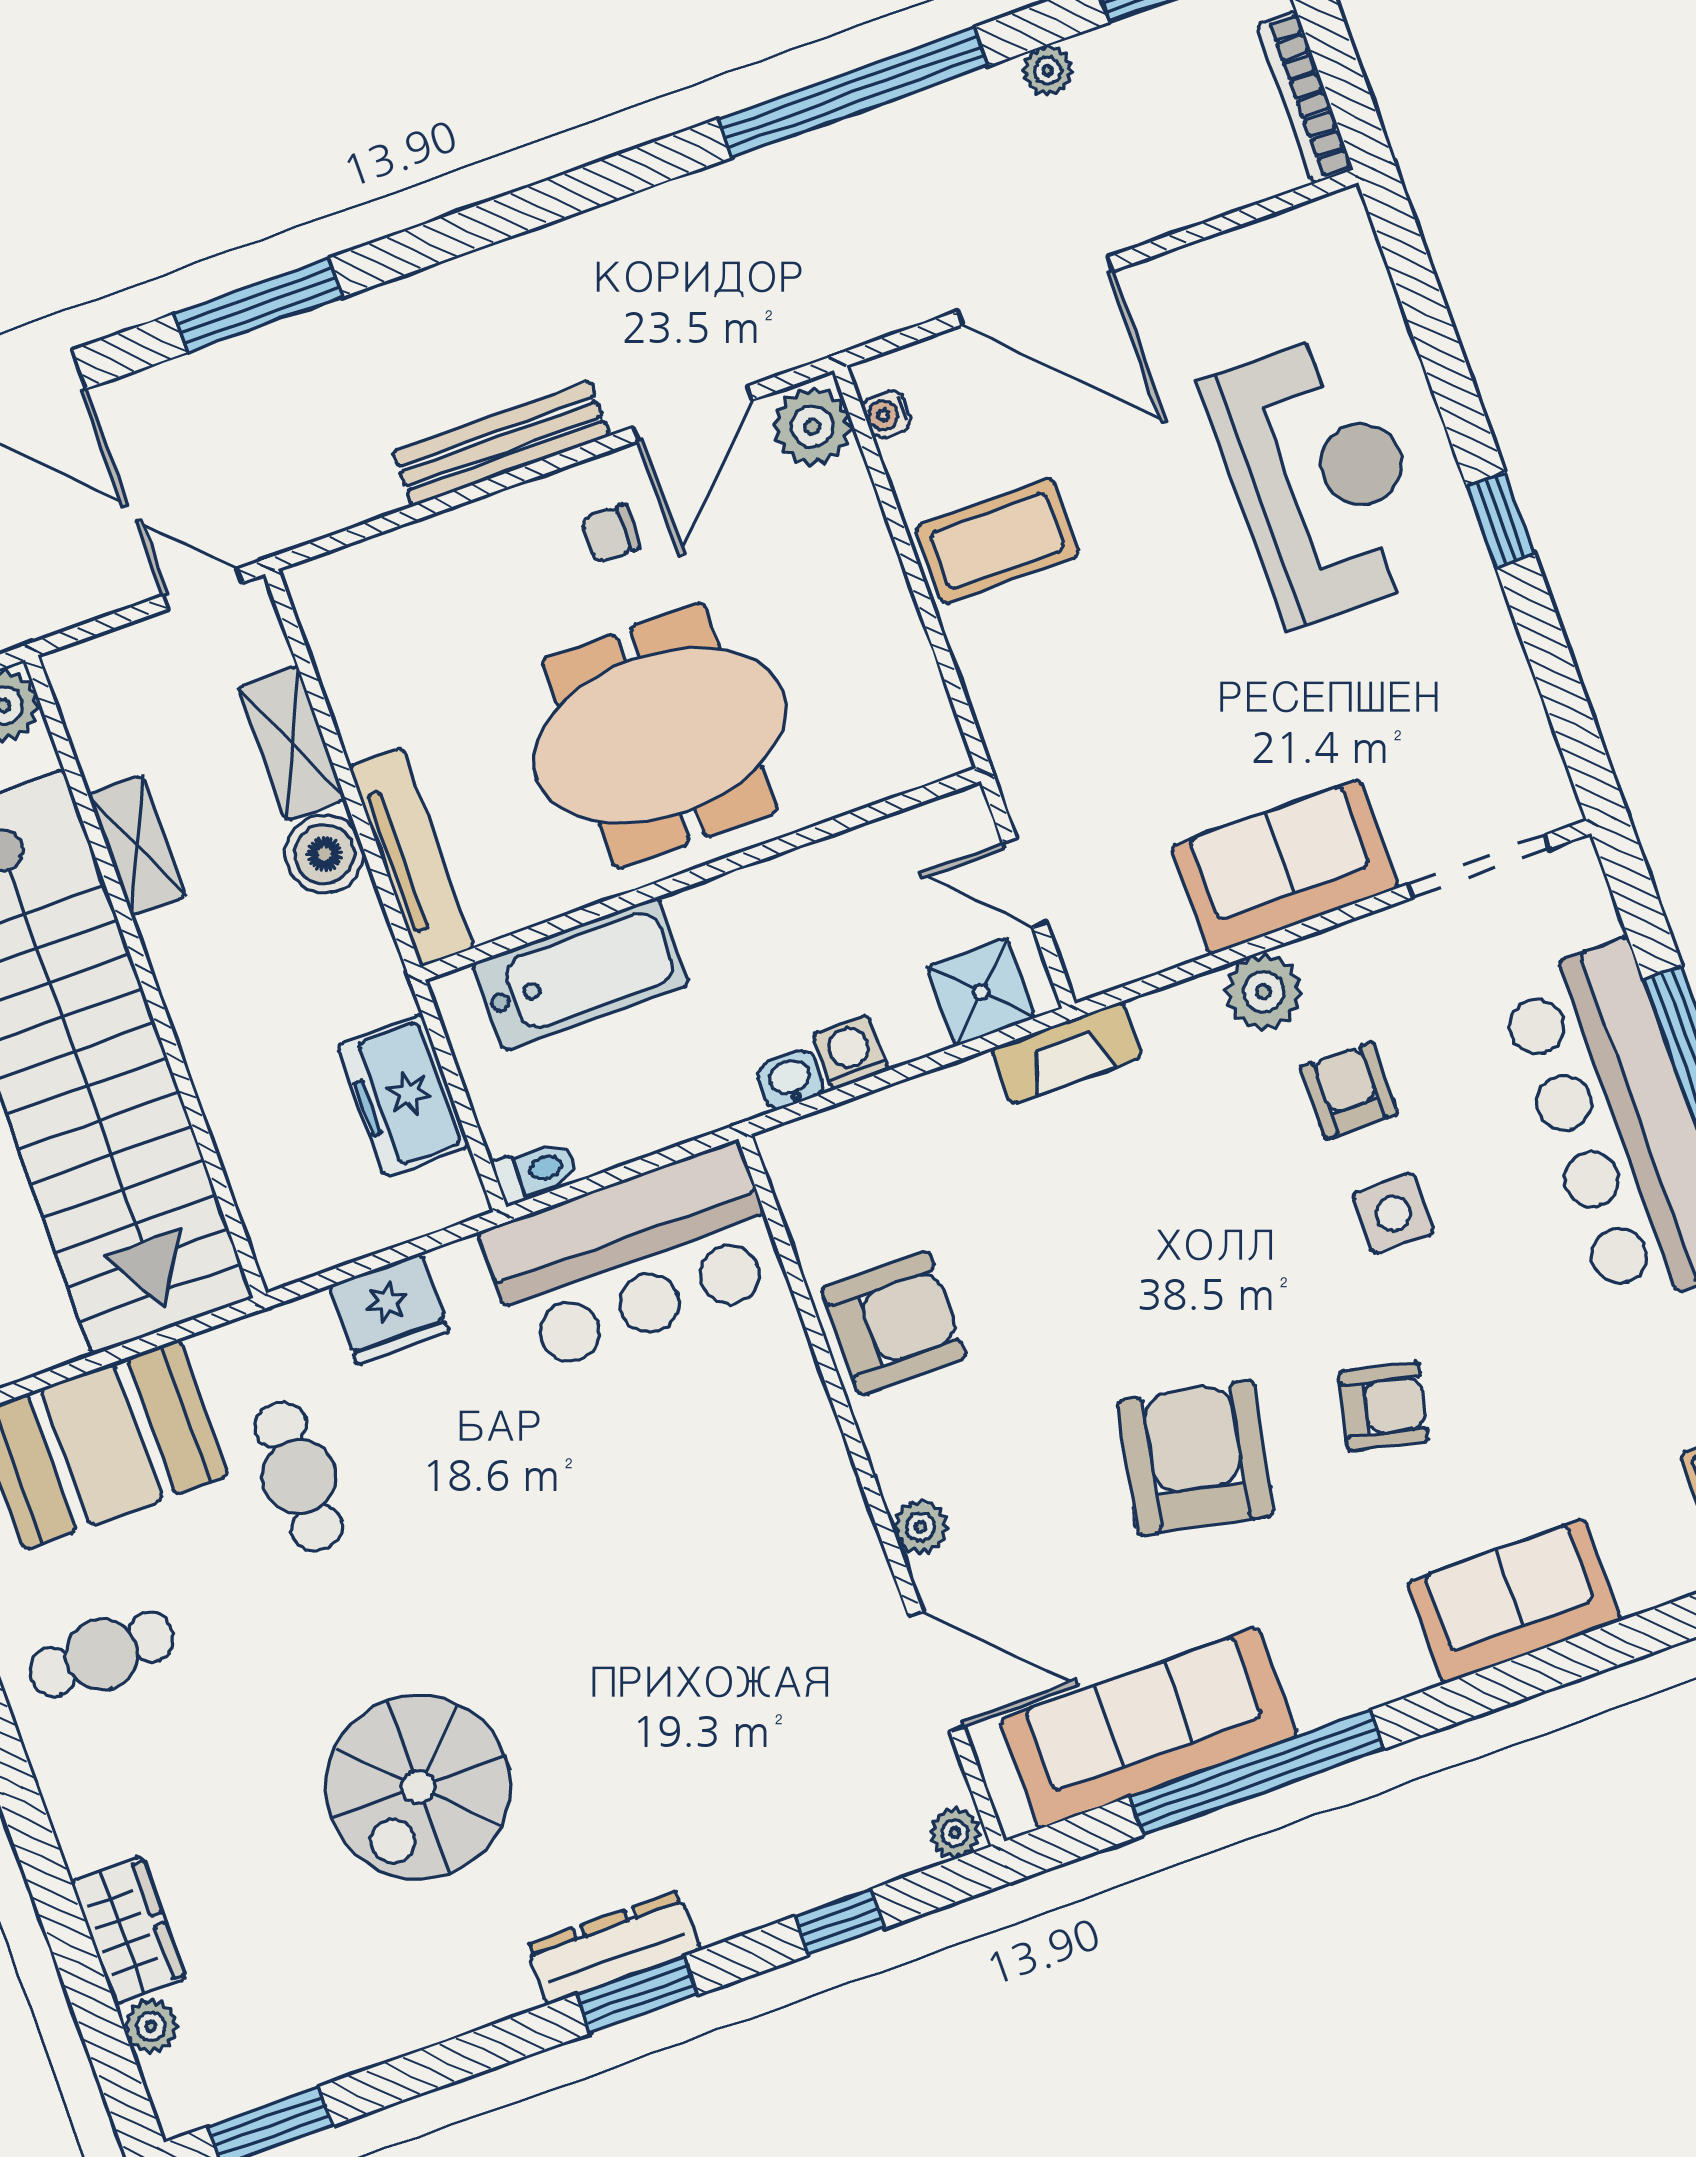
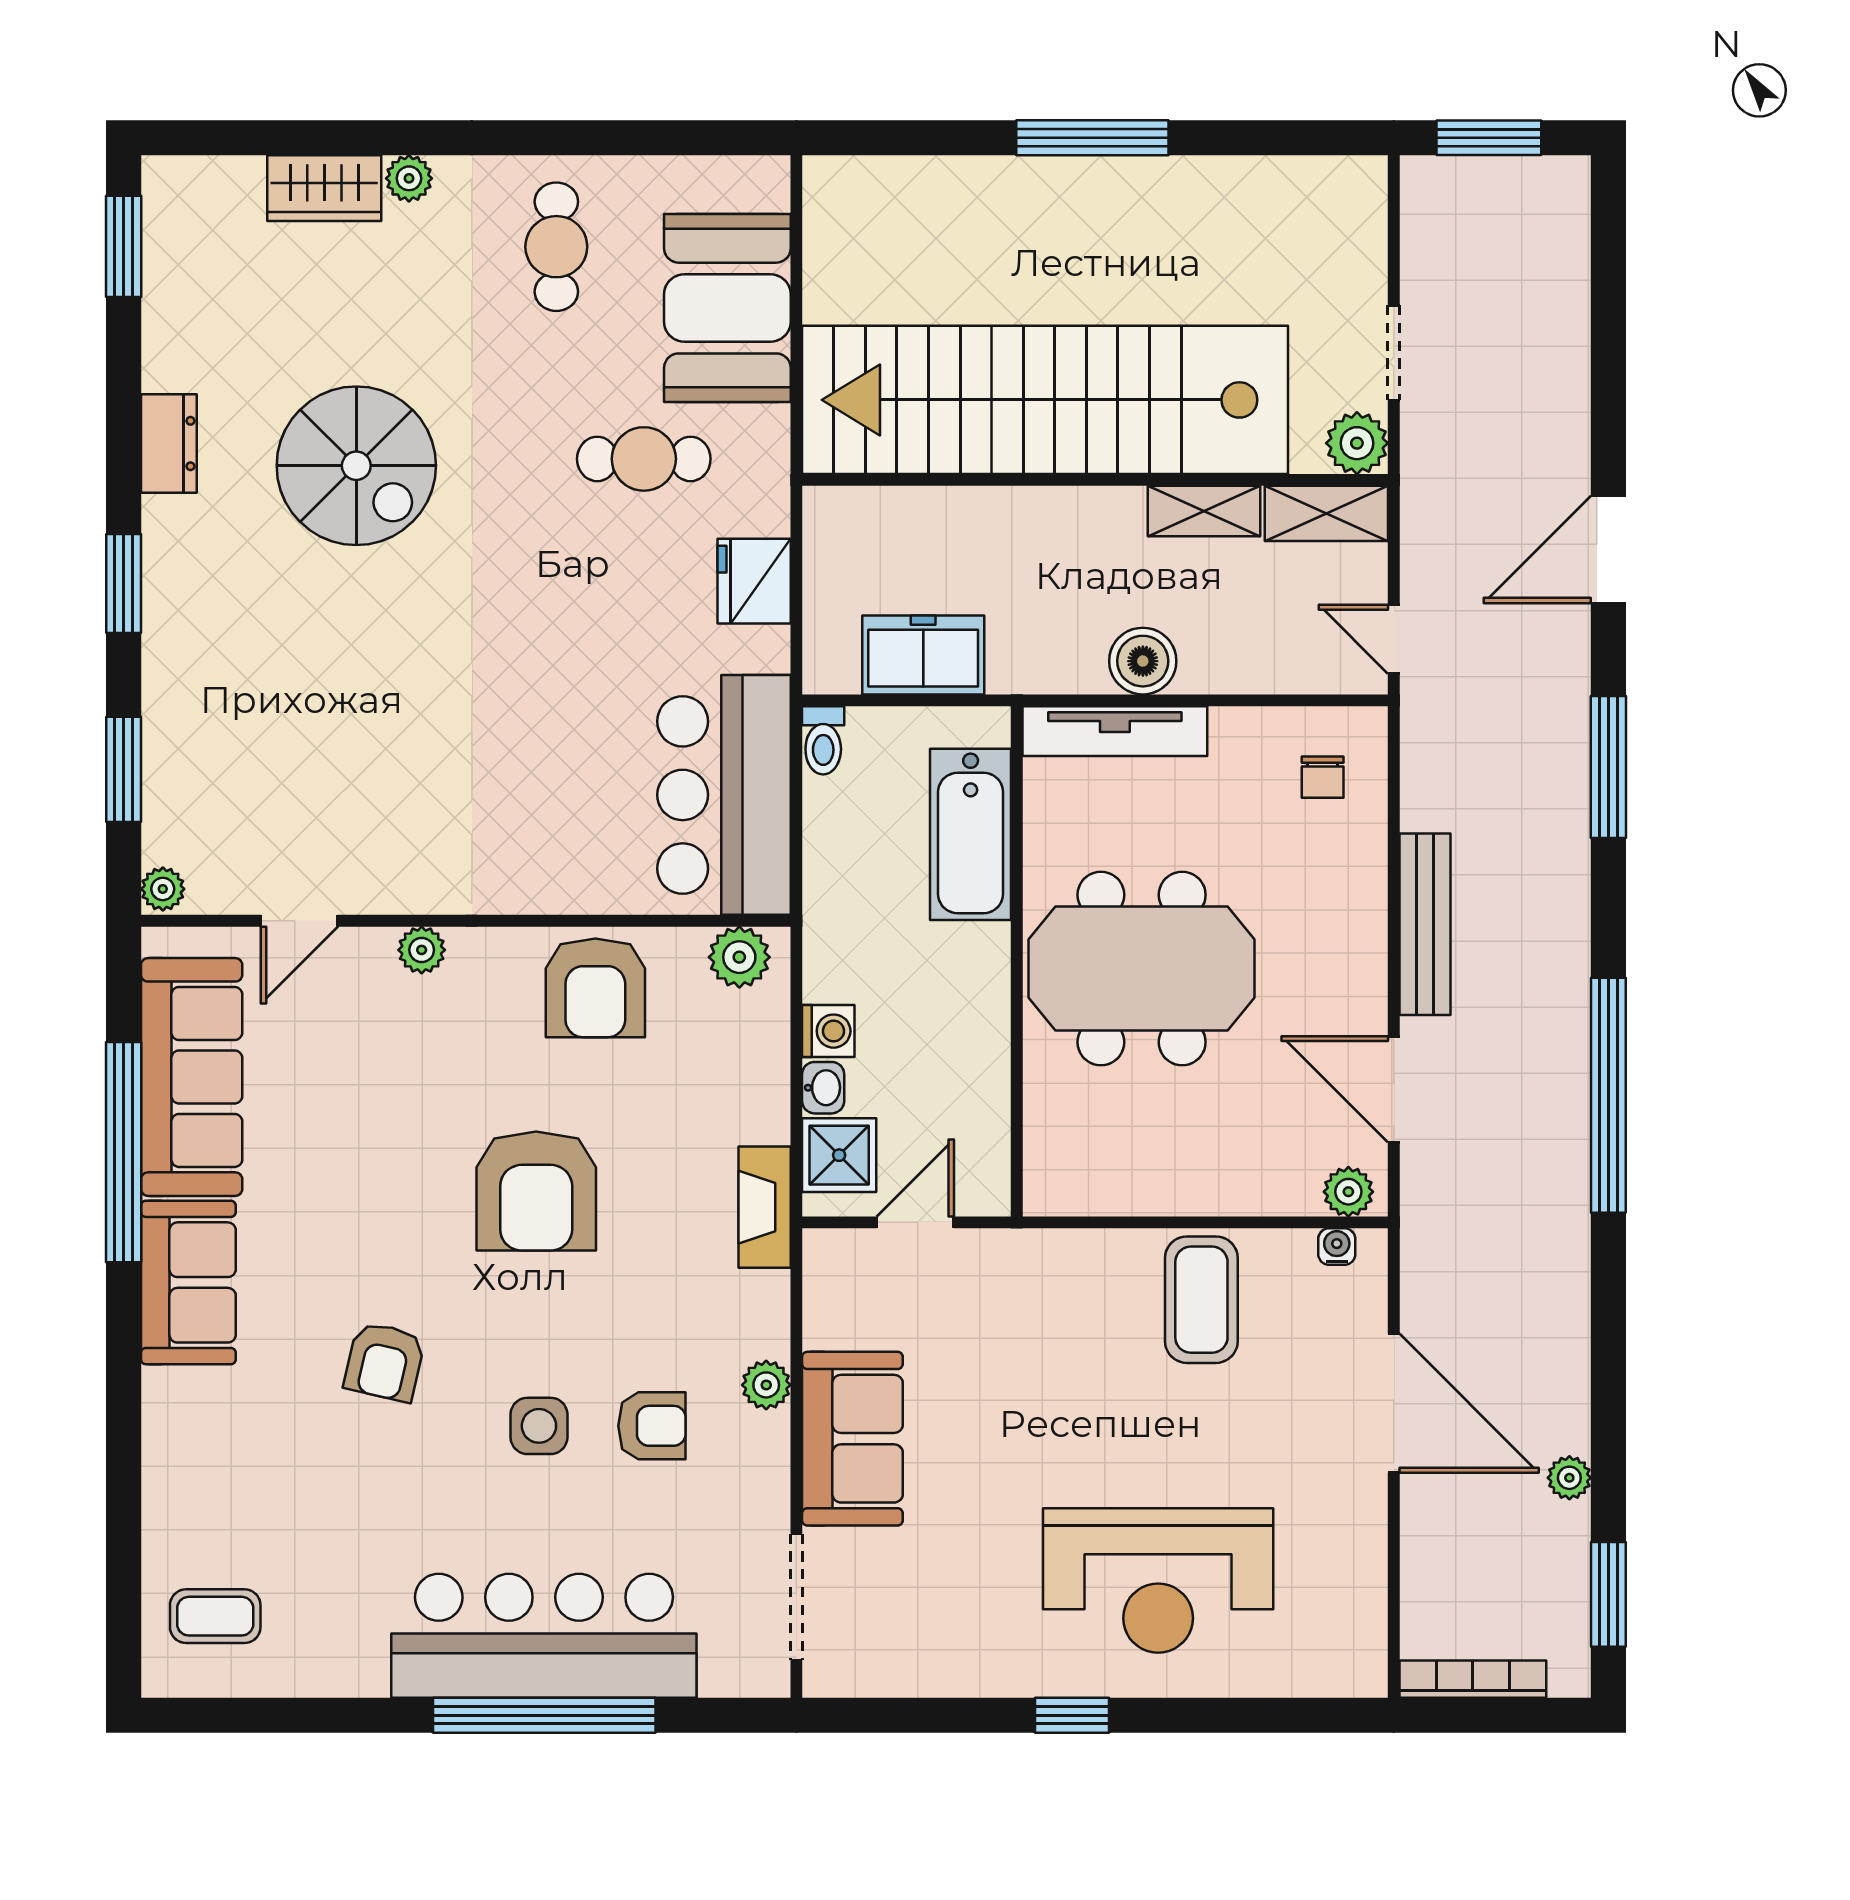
window: (853, 92) -> (1608, 1095), moved
door: (1035, 291) -> (1394, 1403), swing flipped
plant: (812, 427) -> (1348, 1192), width x0.73, depth x0.73
chair: (611, 534) -> (1323, 777), moved, turned 180
door: (203, 589) -> (1394, 639), swing flipped
meeting table: (660, 735) -> (1142, 969), turned 90
shelving: (292, 743) -> (1326, 513), moved
plant: (1263, 992) -> (766, 1385), width x0.73, depth x0.73
washbasin: (790, 1080) -> (823, 1088), moved
plant: (804, 1178) -> (739, 957), added
armchair: (1196, 1458) -> (536, 1191), moved, turned 79
sofa: (1514, 1601) -> (188, 1282), moved
door: (936, 1671) -> (299, 921), width x0.73
spiral stairs: (418, 1787) -> (356, 466), turned 180
window: (840, 1922) -> (124, 769), width x1.50
dresser: (613, 1948) -> (169, 444), moved, width x0.70
plant: (151, 2026) -> (409, 178), moved

